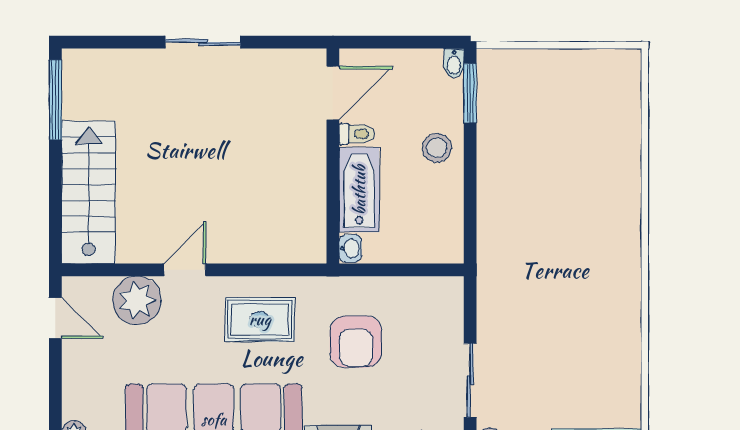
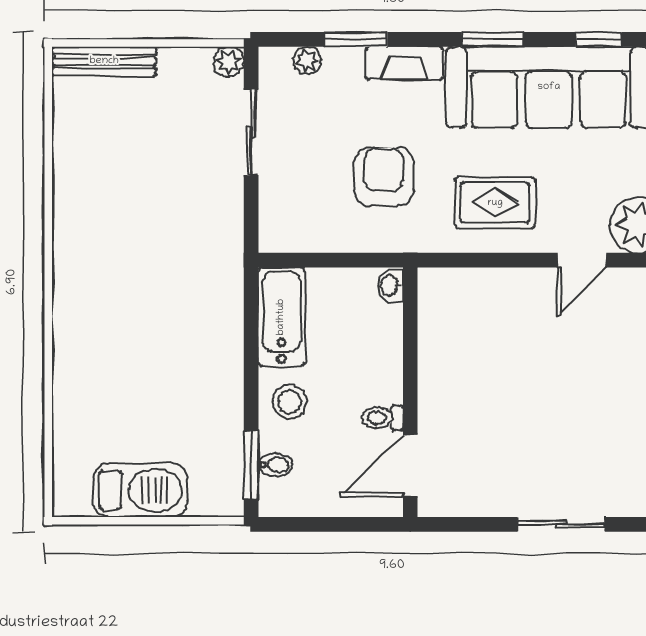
bidet: (454, 63) -> (275, 465), moved, turned 90
barbecue: (565, 72) -> (140, 490), added
bathtub: (359, 190) -> (281, 317), moved, turned 180

